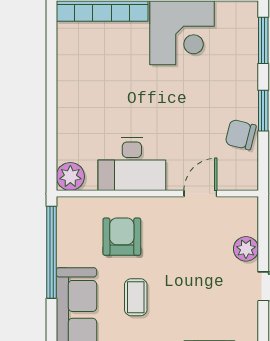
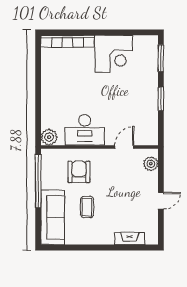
chair: (241, 135) -> (148, 113), removed
plant: (246, 249) -> (151, 164), moved

